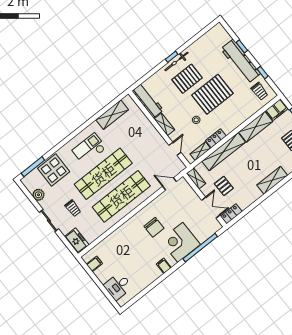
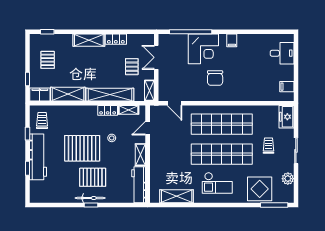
locker: (231, 214) -> (116, 39), moved
chair: (154, 227) -> (215, 78), turned 180

